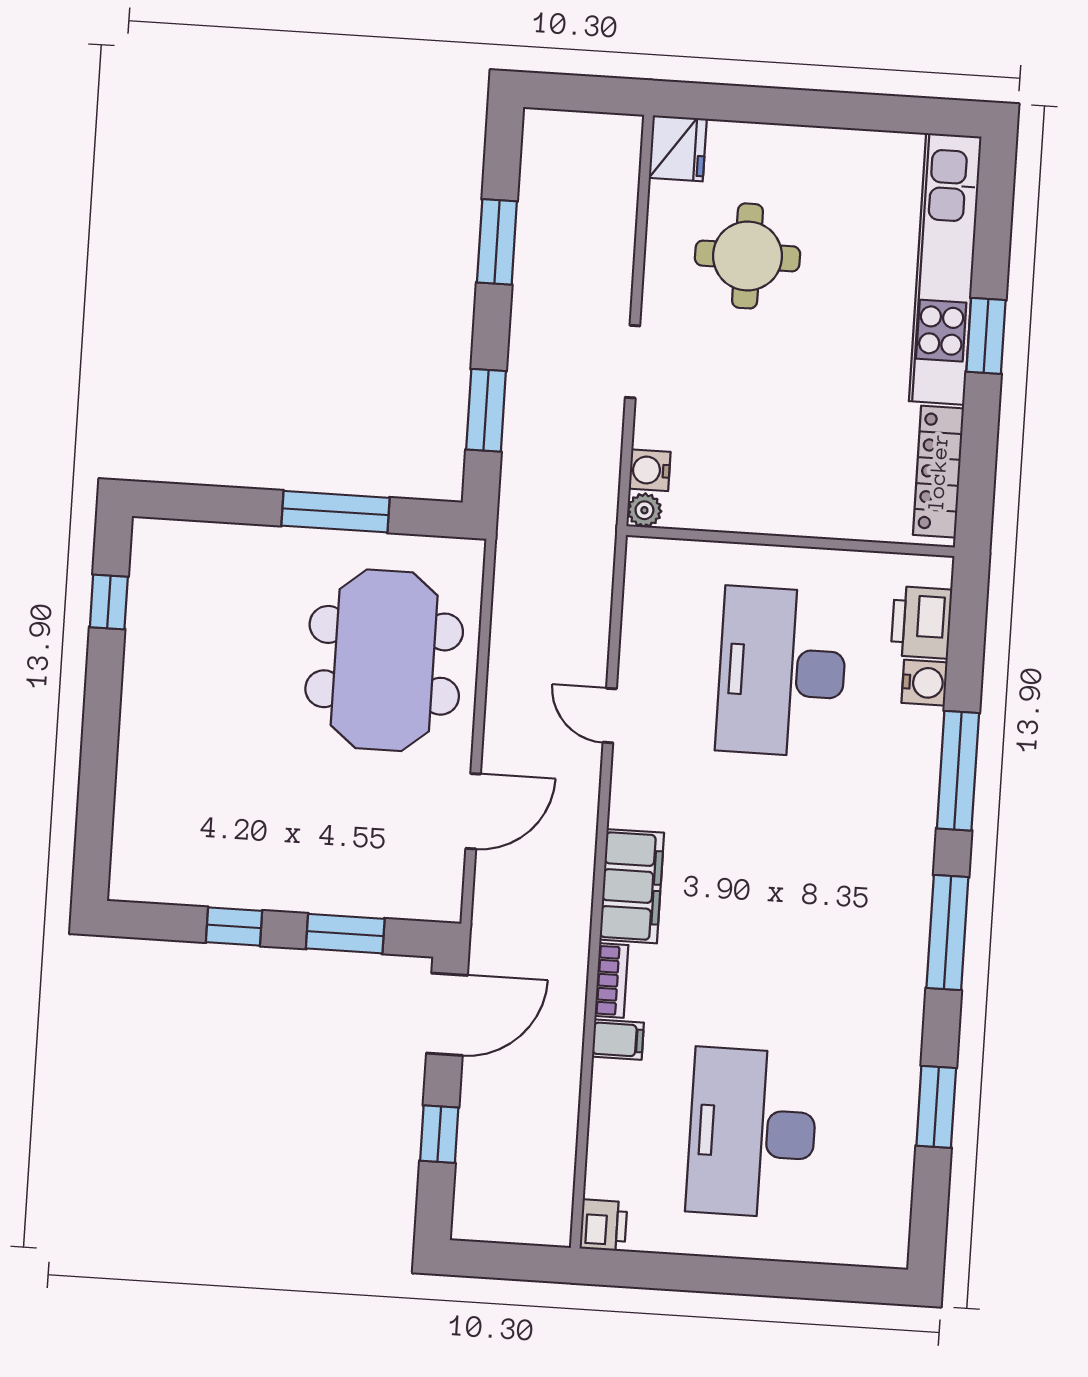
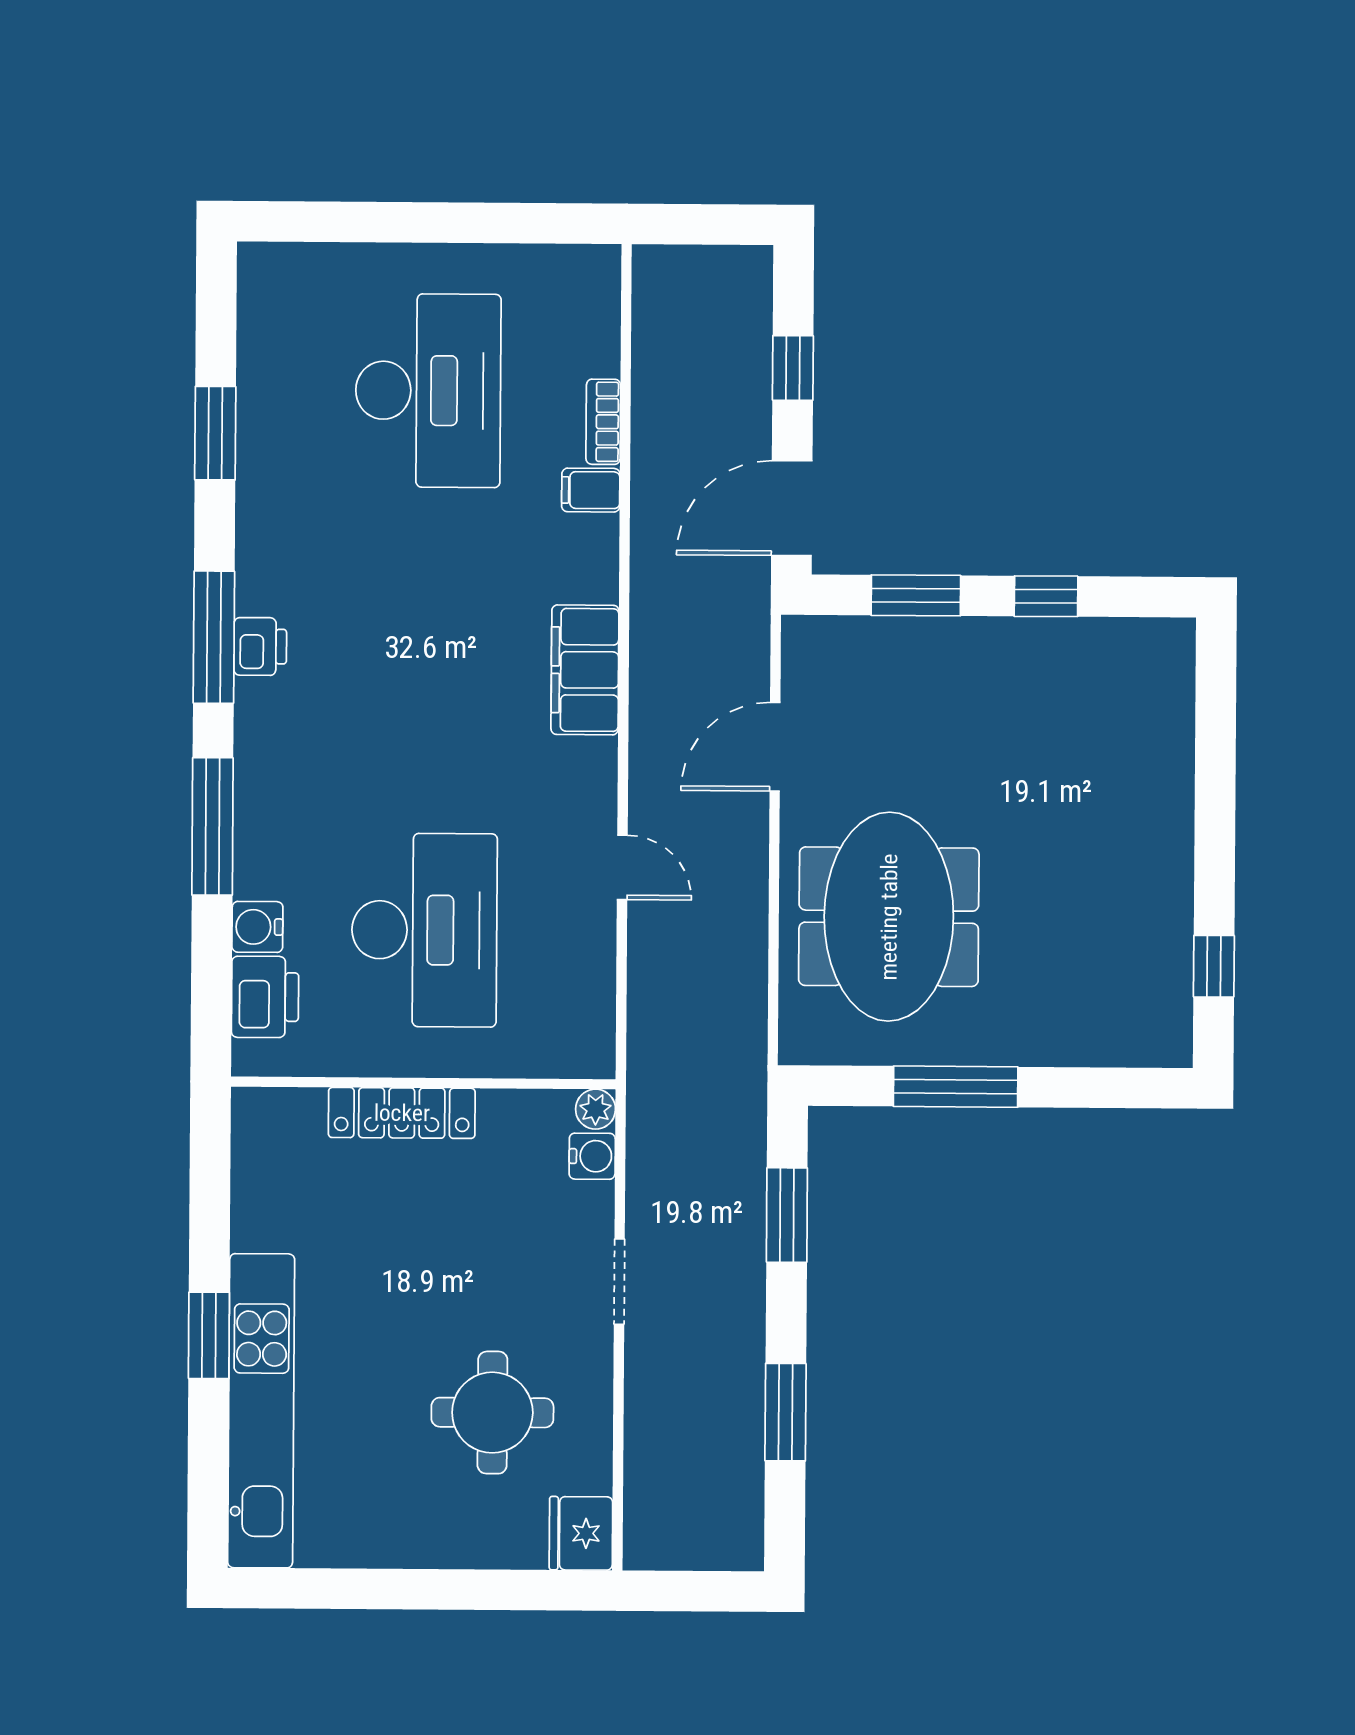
locker: (938, 472) -> (402, 1113), moved, turned 90
bookcase: (611, 981) -> (603, 422), moved
printer: (604, 1225) -> (260, 647), moved, turned 180

